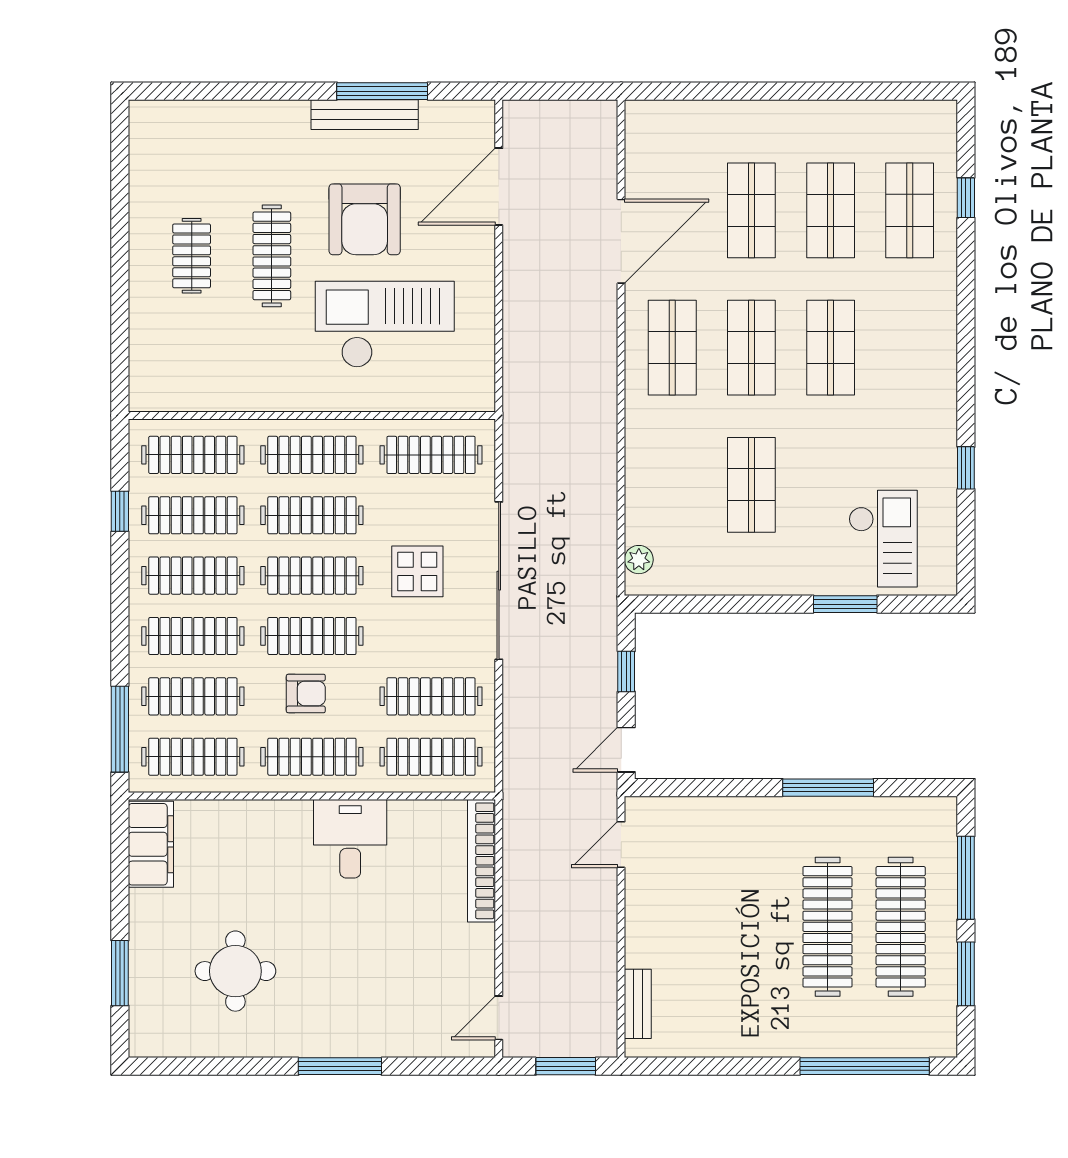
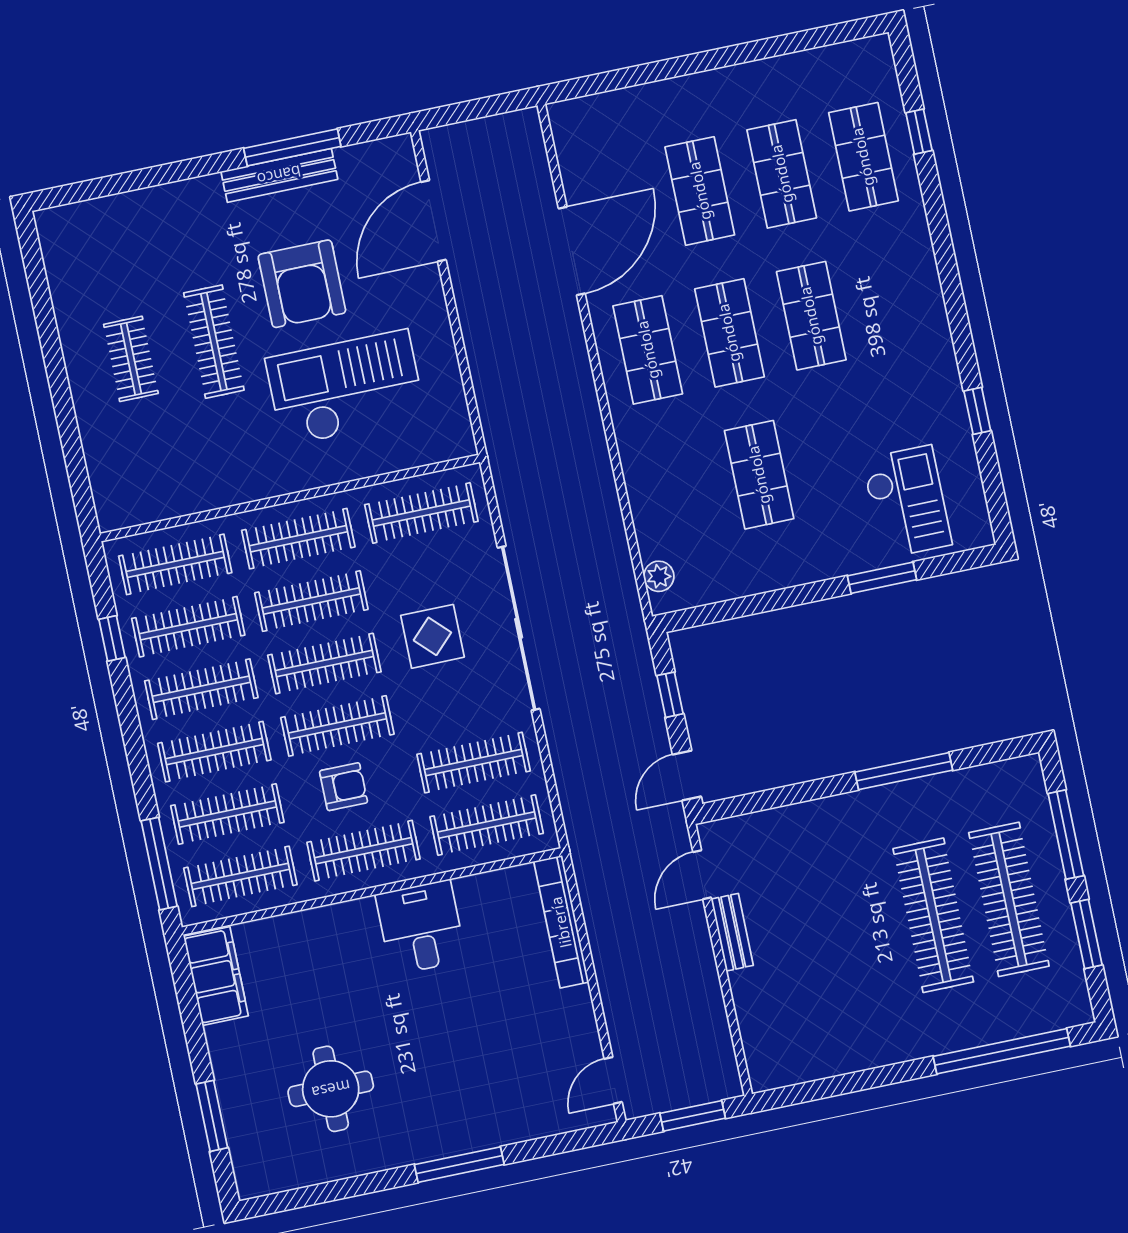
bench: (638, 1004) -> (732, 932), moved

